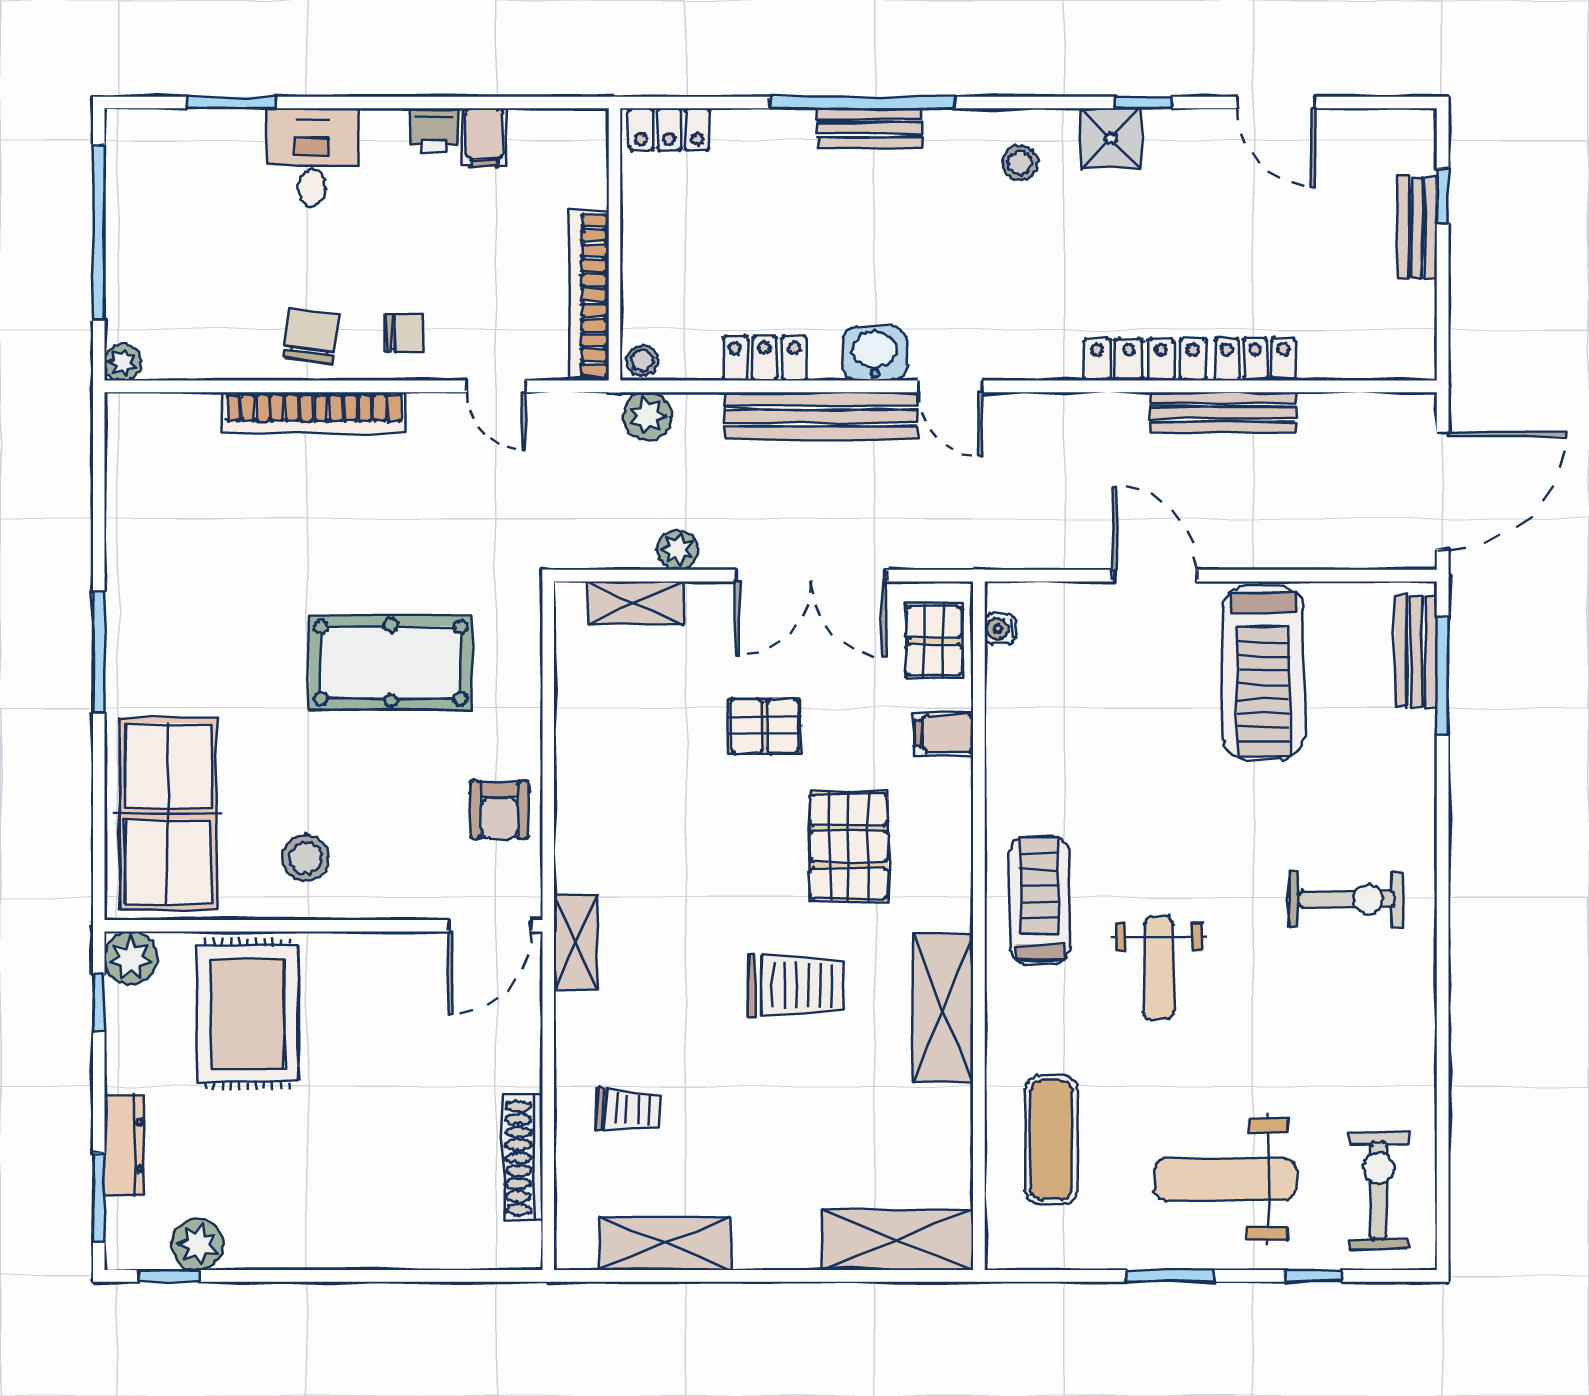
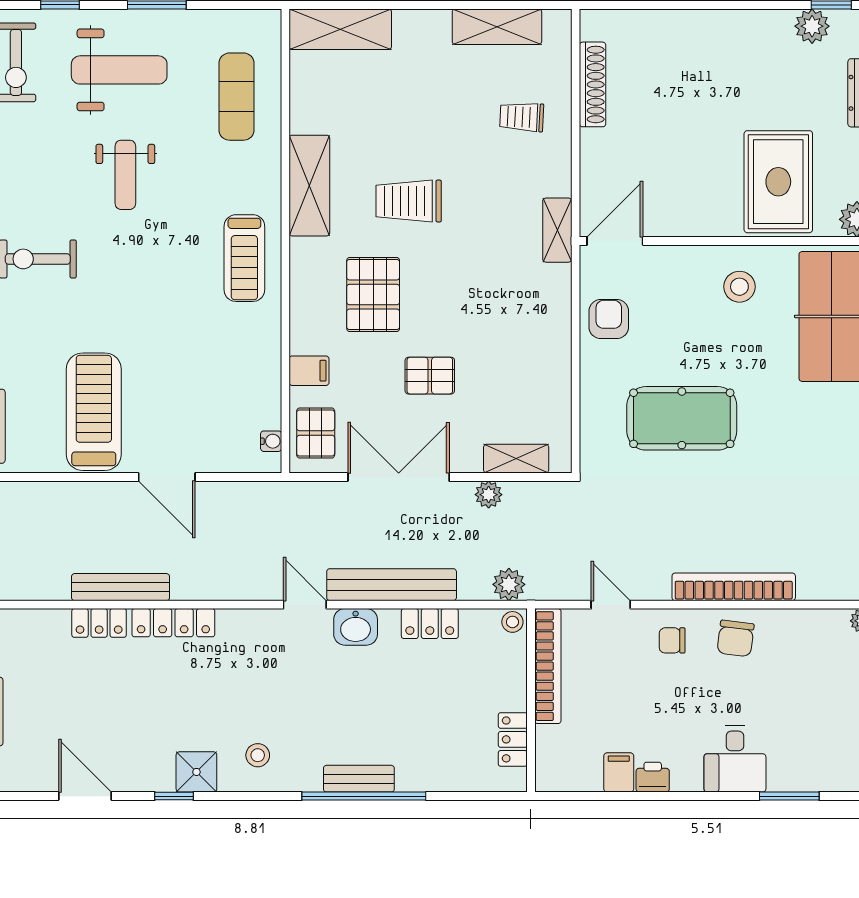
locker: (669, 129) -> (513, 739), moved, turned -90
weight bench: (1159, 968) -> (125, 175), moved, turned 180

